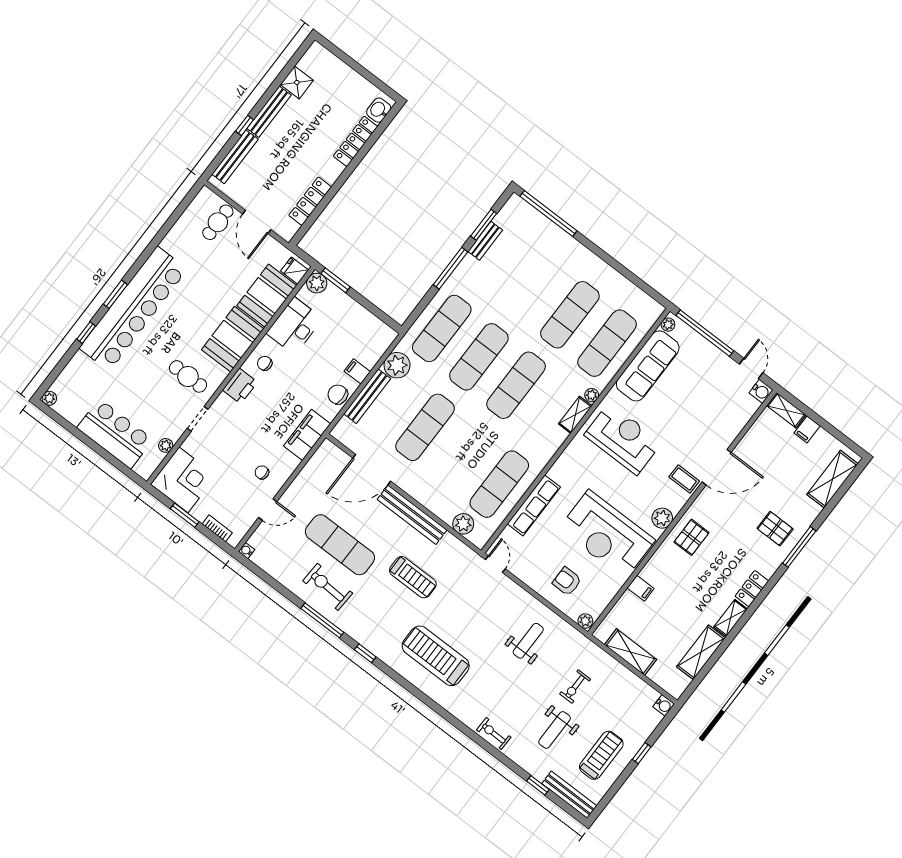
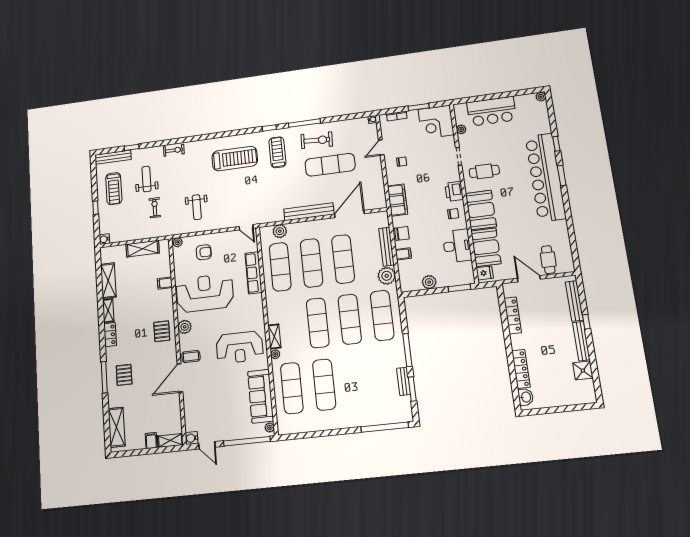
plant: (317, 283) -> (429, 282), moved
exercise mat: (462, 456) -> (312, 263), added
pallet: (775, 529) -> (124, 375), turned 90
treadmill: (413, 577) -> (277, 152), moved, turned 90

